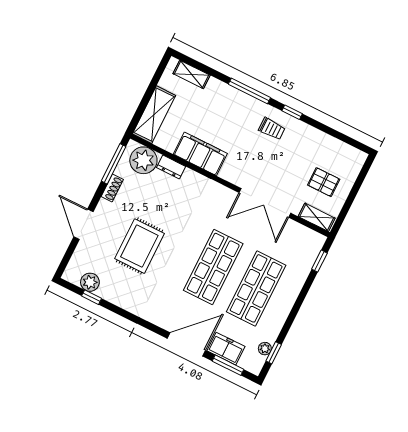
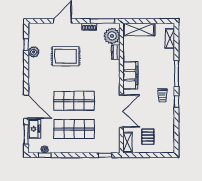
filing cabinet: (200, 154) -> (130, 75), moved
double door: (265, 203) -> (121, 111), swing flipped
plant: (90, 282) -> (34, 52), moved

